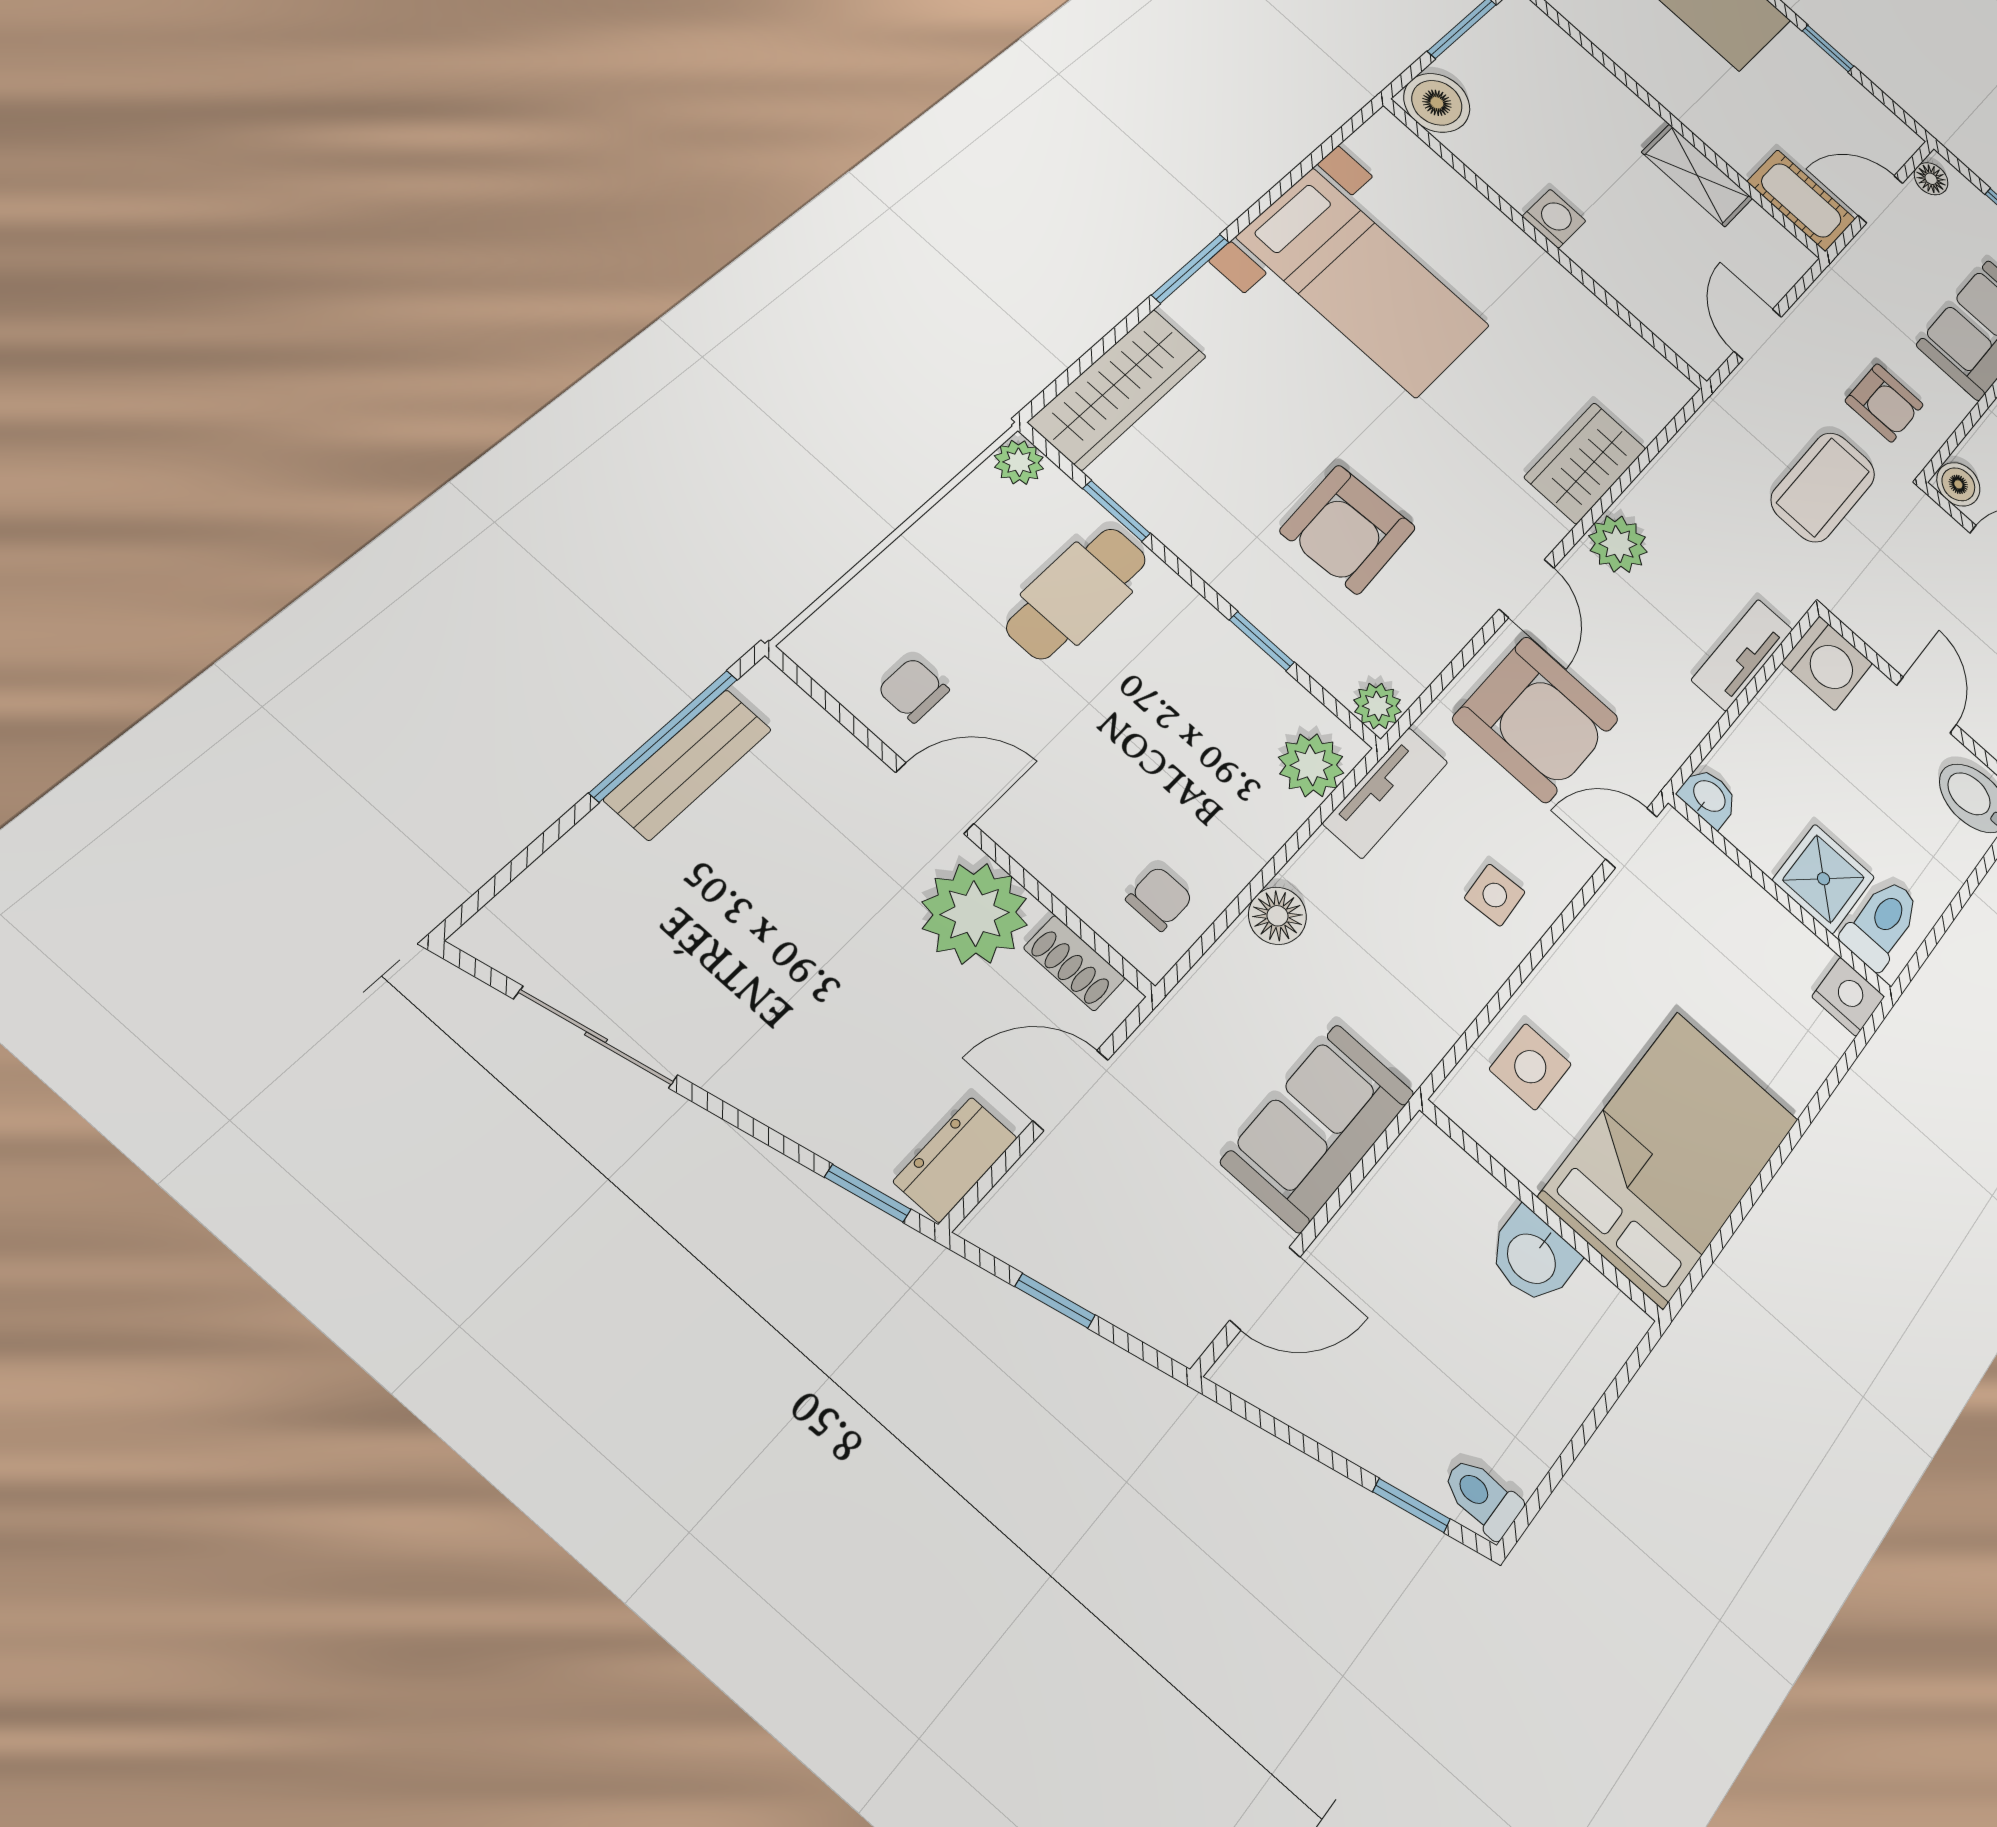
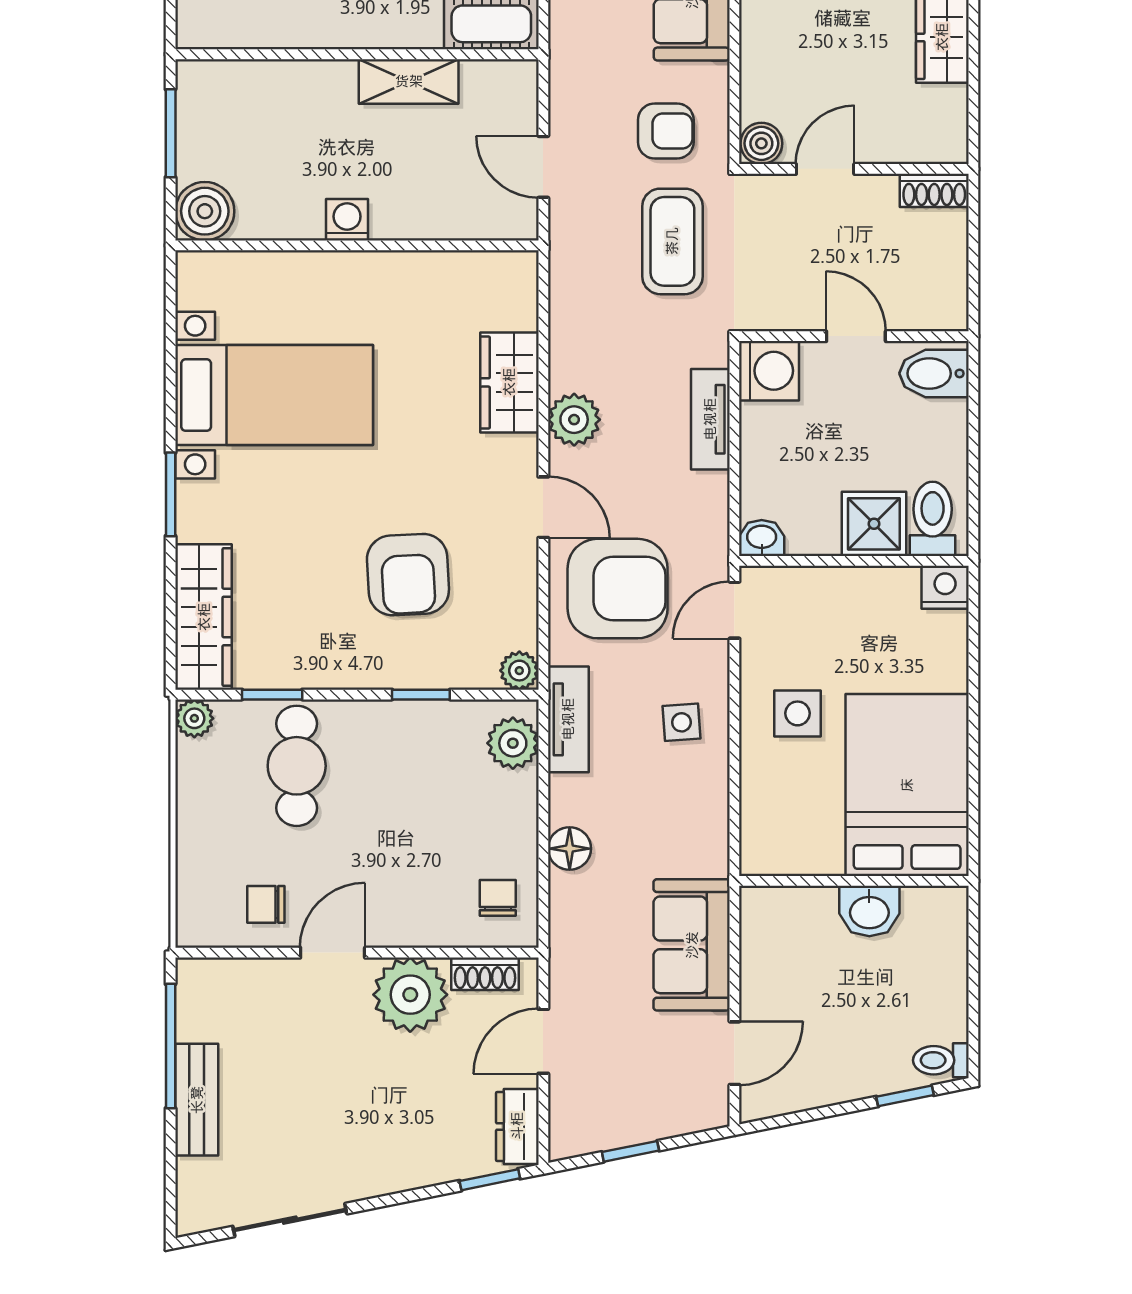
bench: (688, 764) -> (197, 1100), moved
side table: (1530, 1067) -> (797, 713), moved

